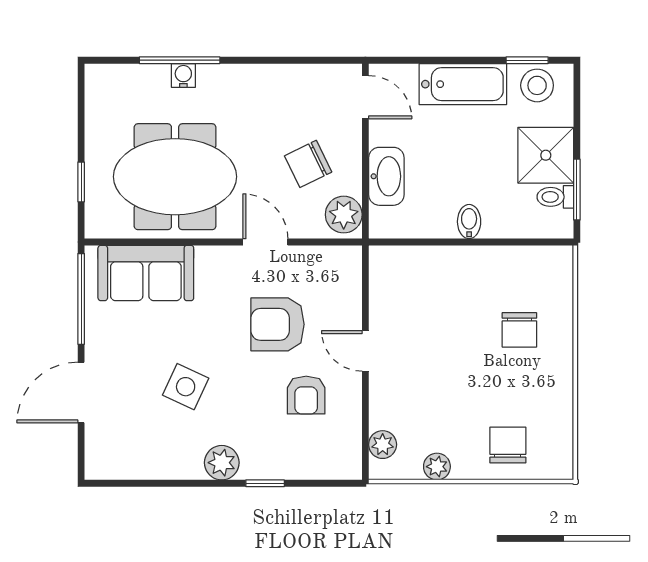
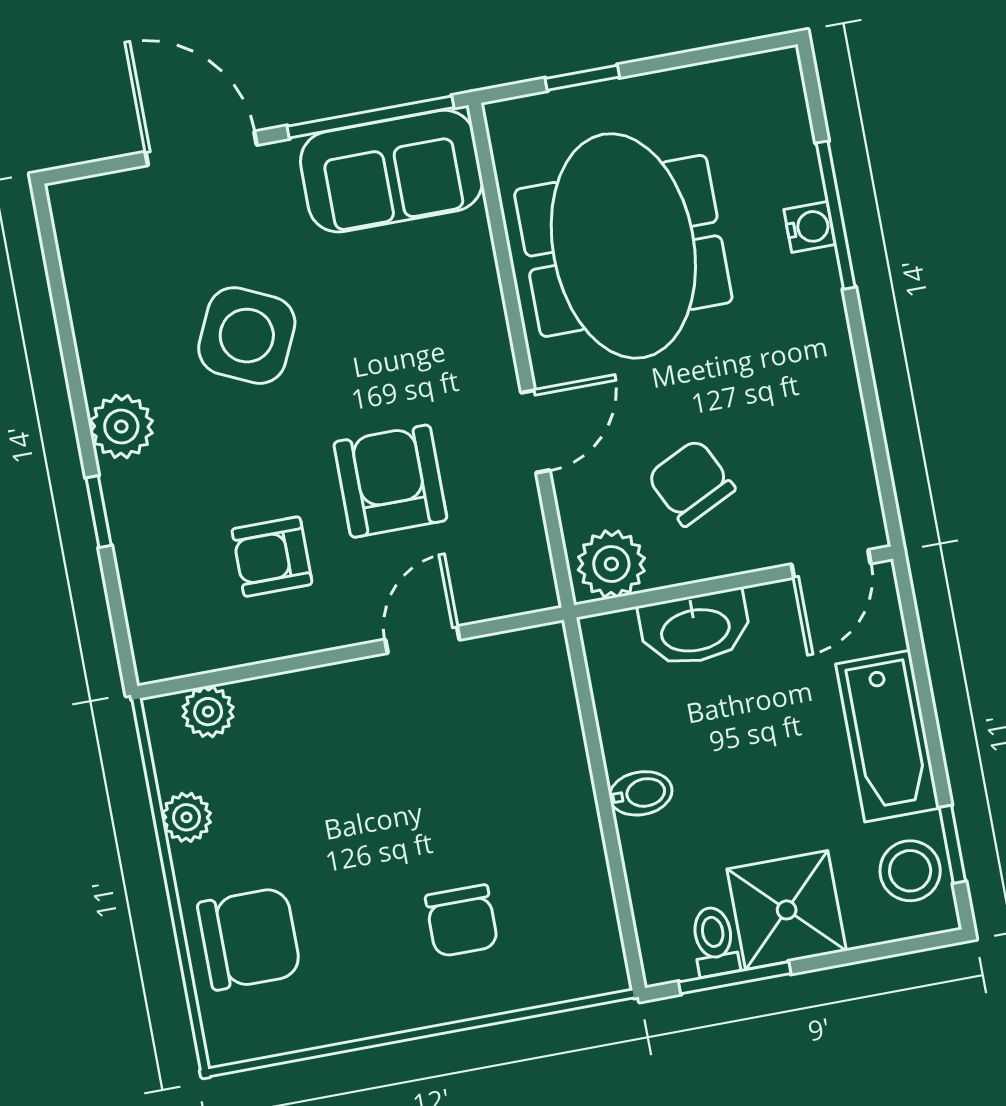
sofa: (146, 273) -> (391, 171), moved, turned -90
chair: (519, 330) -> (462, 921), turned -90
door: (365, 351) -> (422, 640), moved
side table: (186, 387) -> (247, 336), width x1.37, depth x1.37
chair: (508, 445) -> (249, 939), width x1.37, depth x1.37

